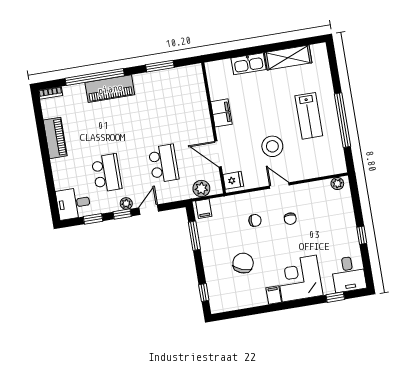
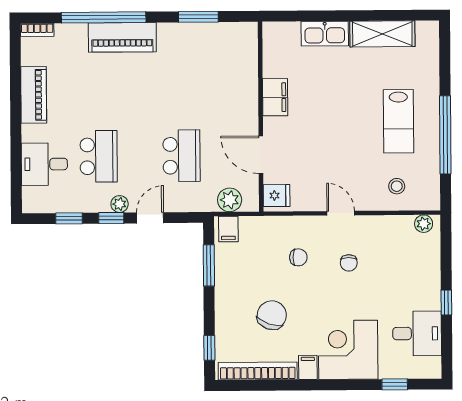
stool: (272, 146) -> (397, 186), moved, width x0.53, depth x0.53
desk: (73, 203) -> (44, 164), moved
desk: (349, 274) -> (417, 333), moved, turned -90
bookcase: (240, 303) -> (258, 371), added

